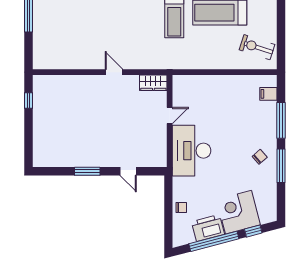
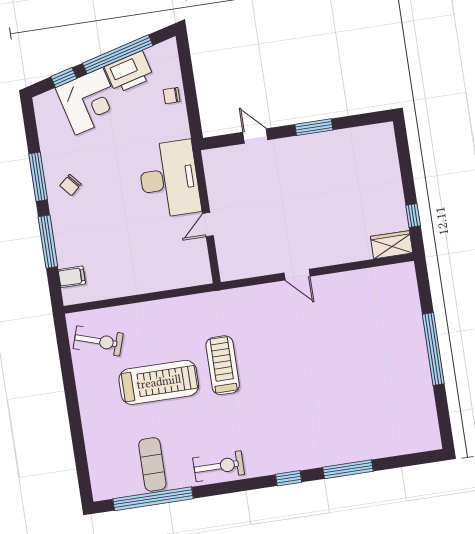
wardrobe: (153, 83) -> (392, 245), moved

